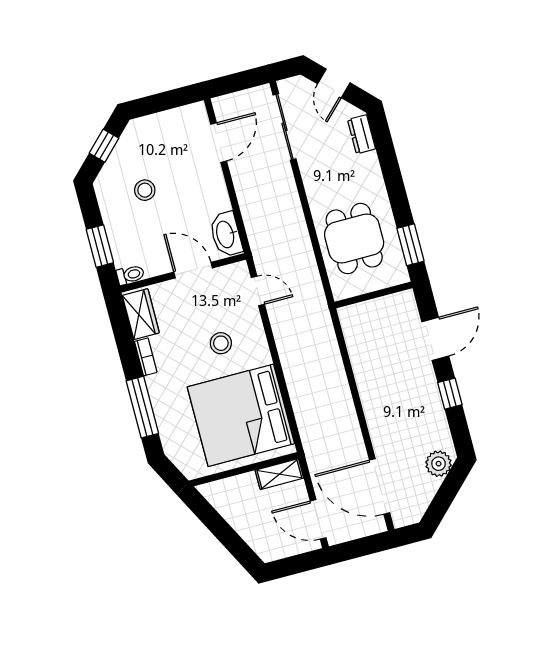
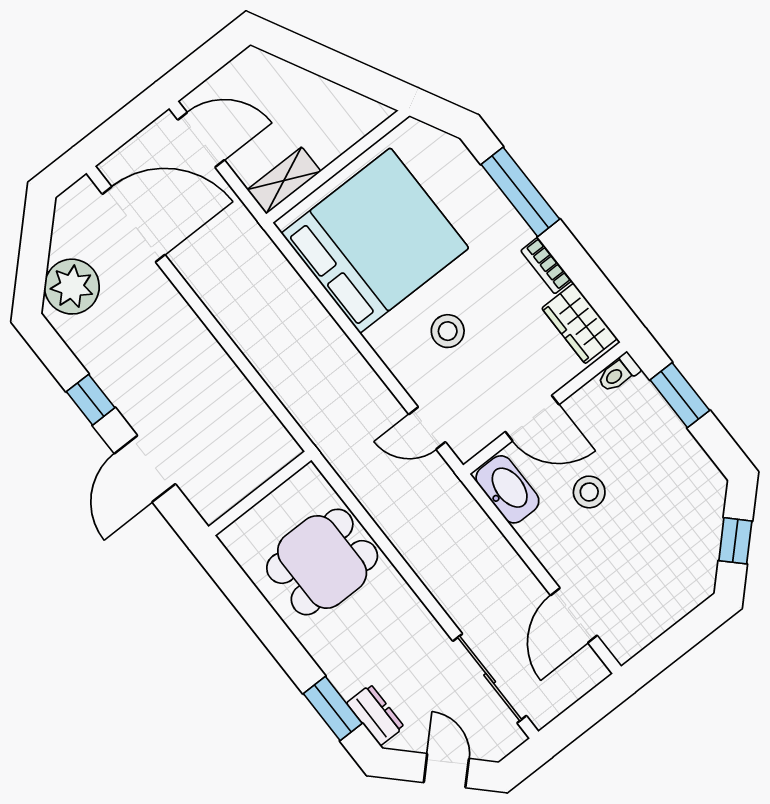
stool: (145, 190) -> (589, 492), moved
dining table: (354, 239) -> (322, 562), turned 90
window: (410, 245) -> (333, 708), moved
plant: (439, 464) -> (72, 287), width x1.36, depth x1.36

